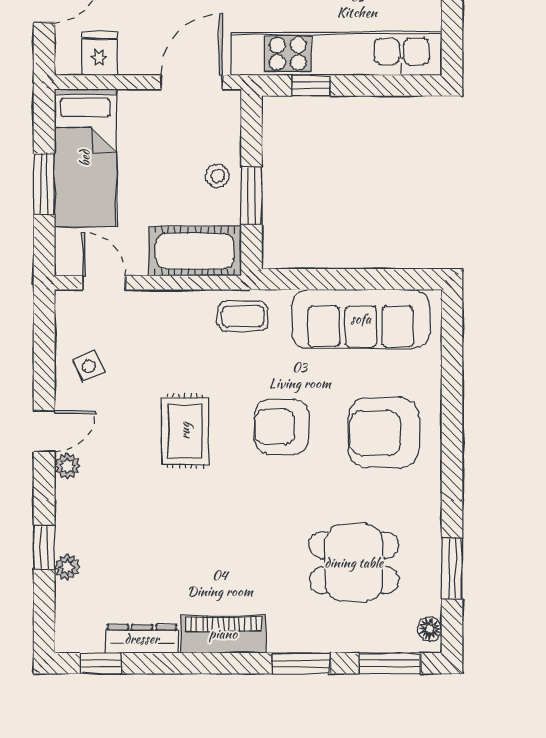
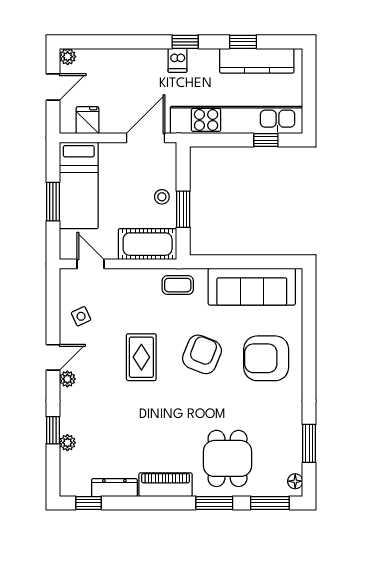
window: (311, 86) -> (266, 140), moved
armchair: (281, 427) -> (202, 354), turned 112
dining table: (354, 563) -> (228, 458), moved, turned 90

